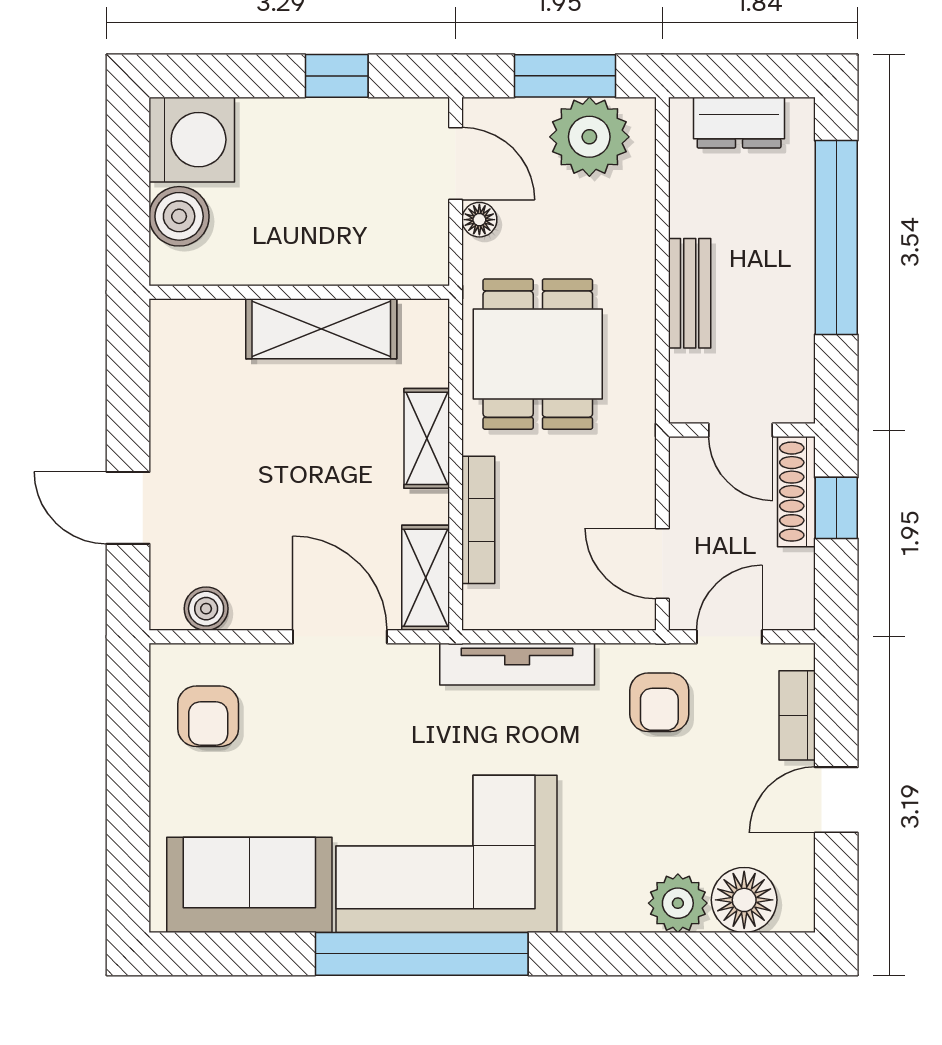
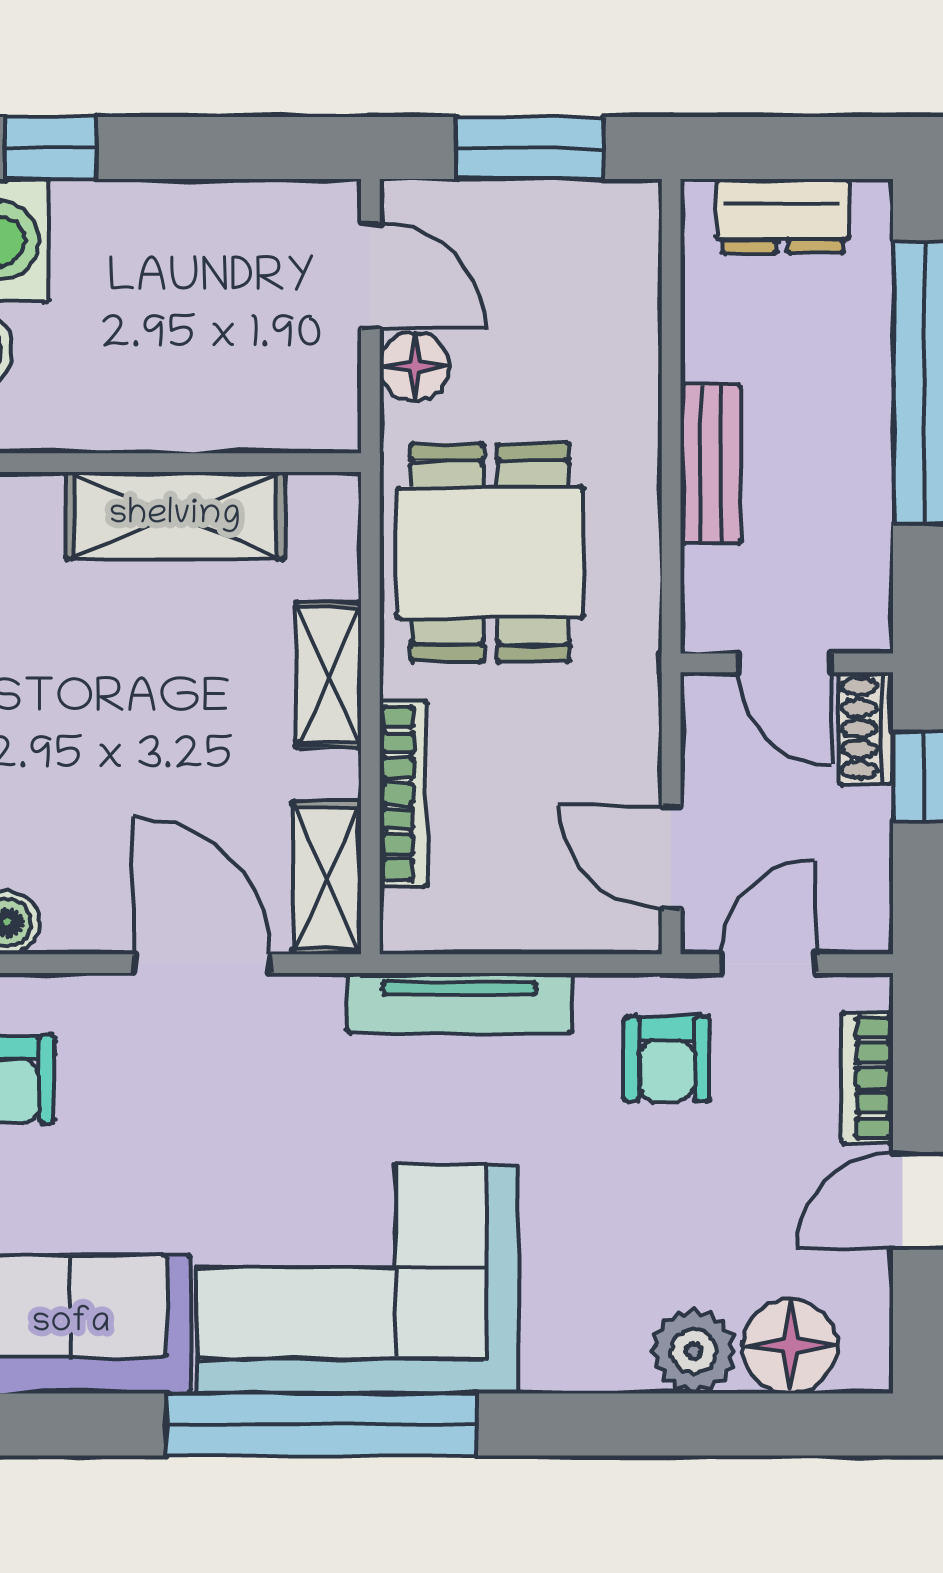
window: (337, 76) -> (51, 148), moved
plant: (589, 137) -> (565, 237), removed
floor lamp: (479, 220) -> (414, 366), width x1.37, depth x1.37
shoe rack: (796, 492) -> (866, 728), width x0.70

